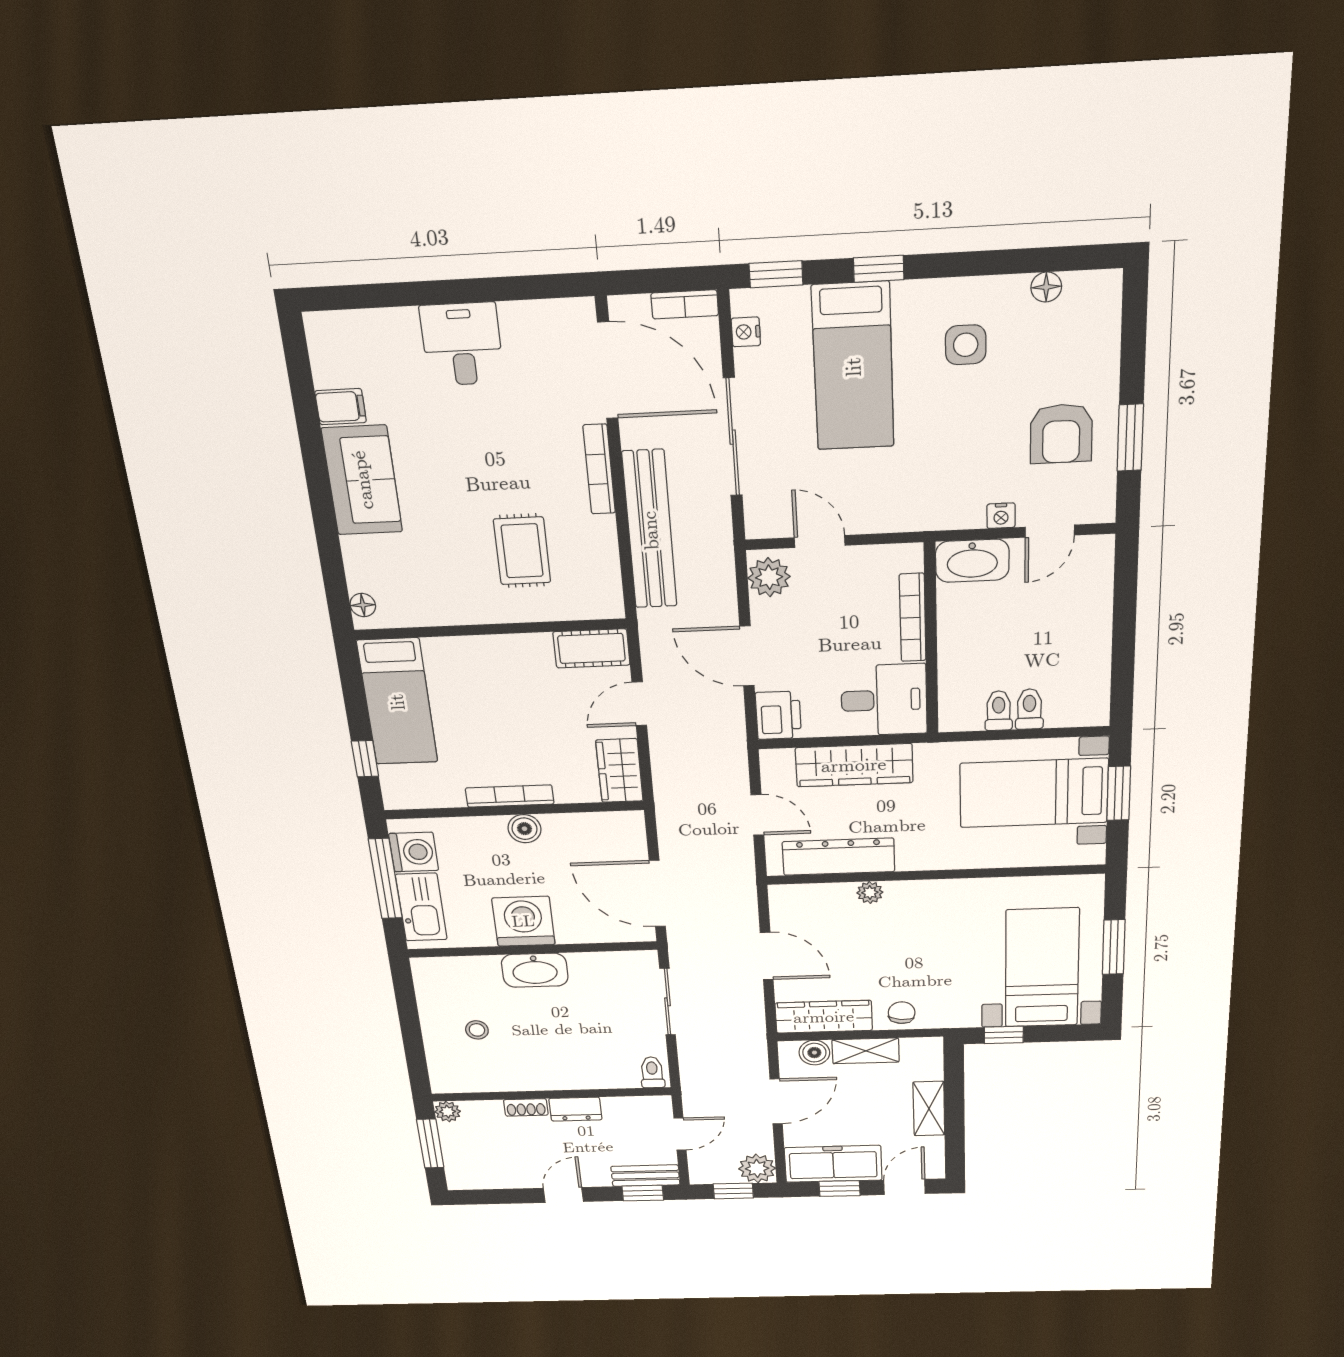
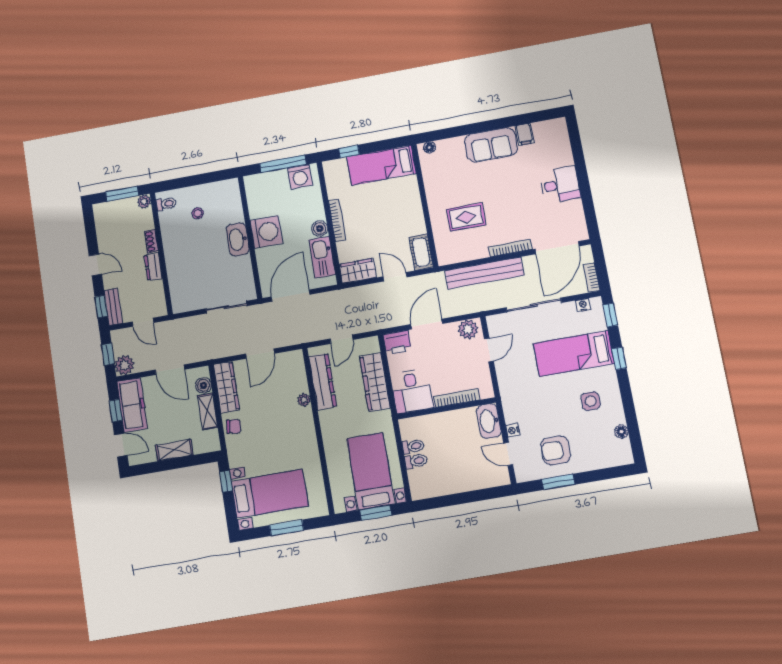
kitchen sink: (421, 907) -> (322, 257), moved, turned 90
toilet: (652, 1072) -> (166, 204), moved

